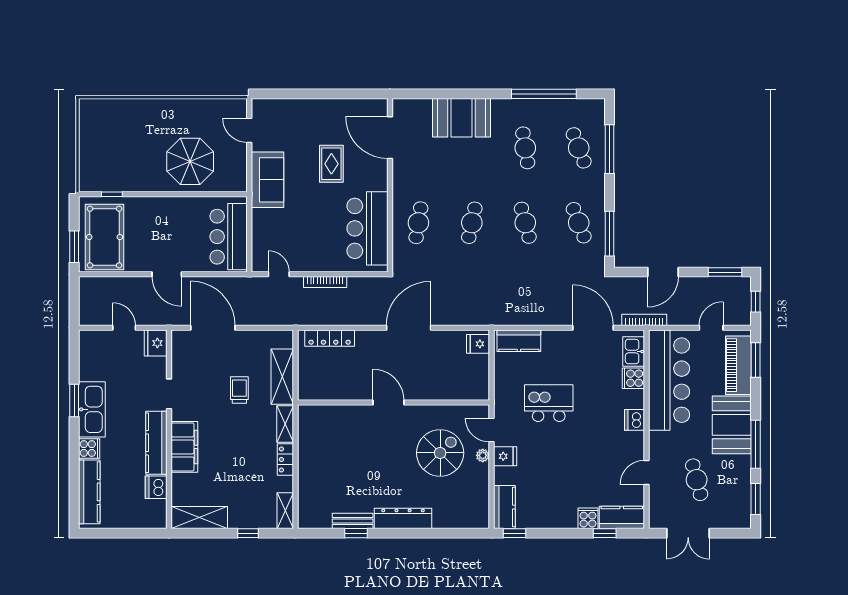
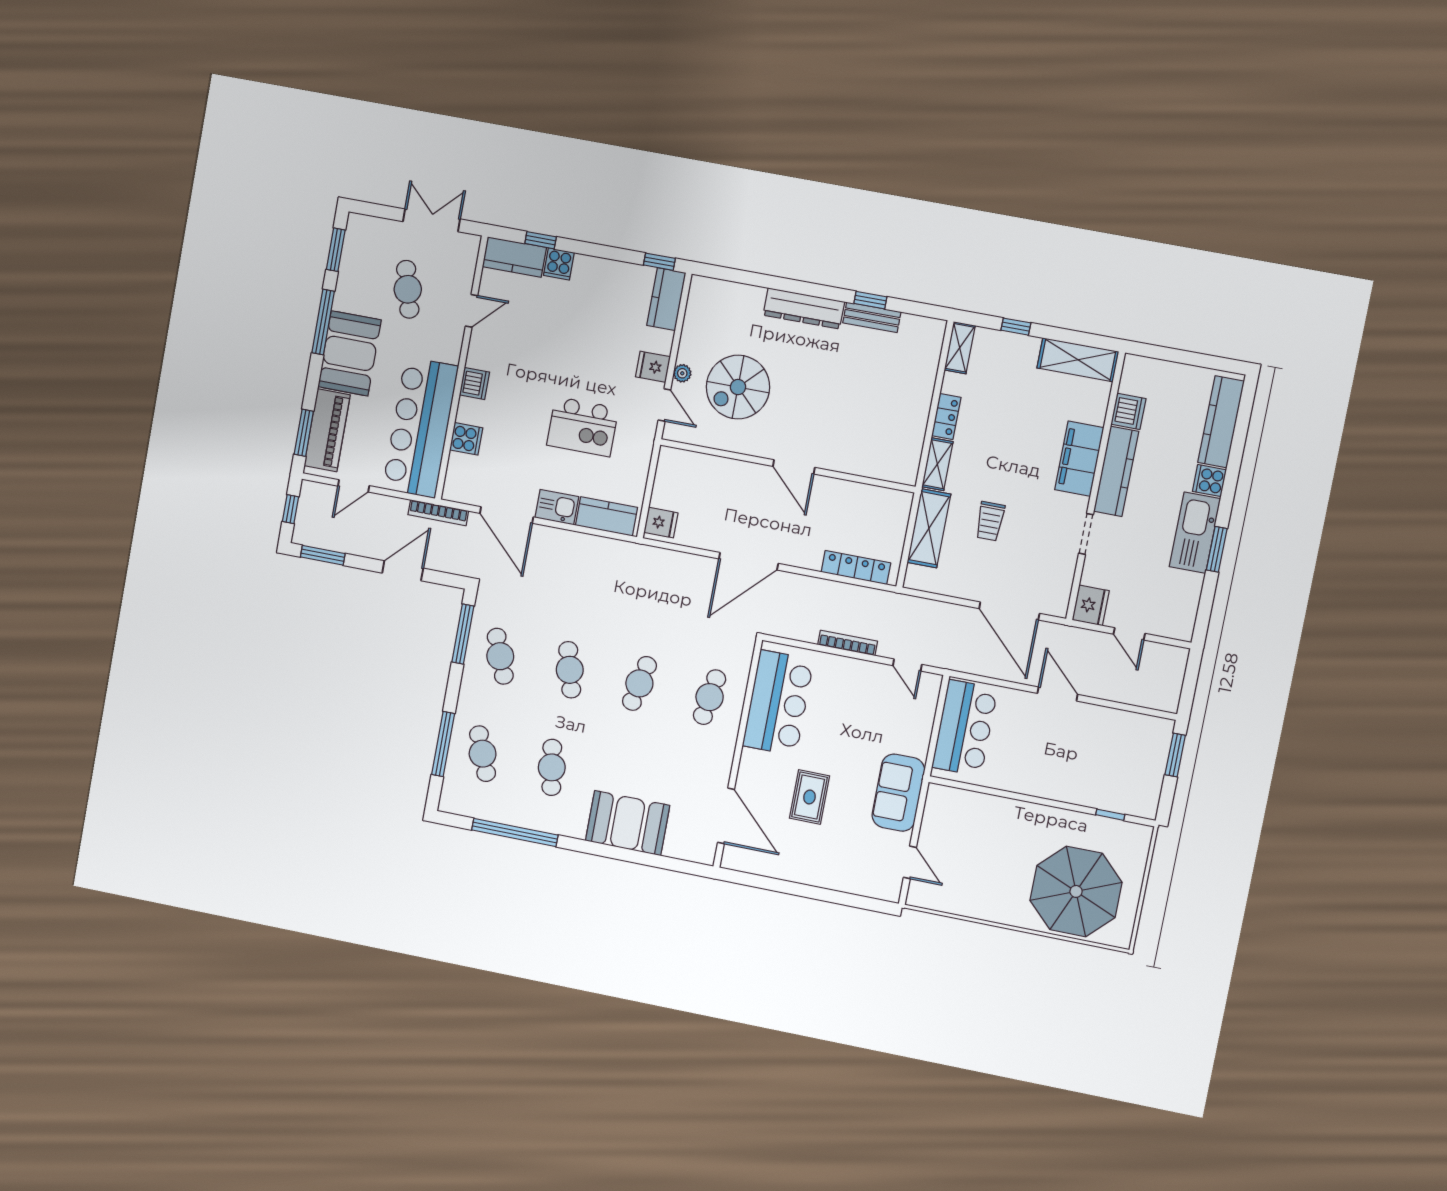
parasol: (190, 161) -> (1076, 891), moved, width x1.36, depth x1.36
pool table: (105, 237) -> (1131, 760), removed
kitchen sink: (634, 352) -> (557, 507), moved, turned -90

